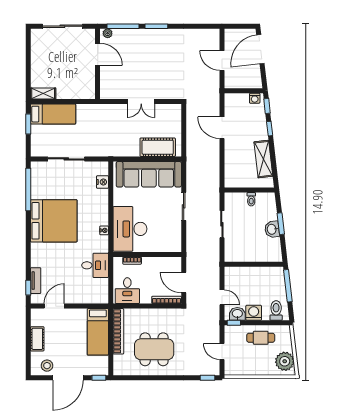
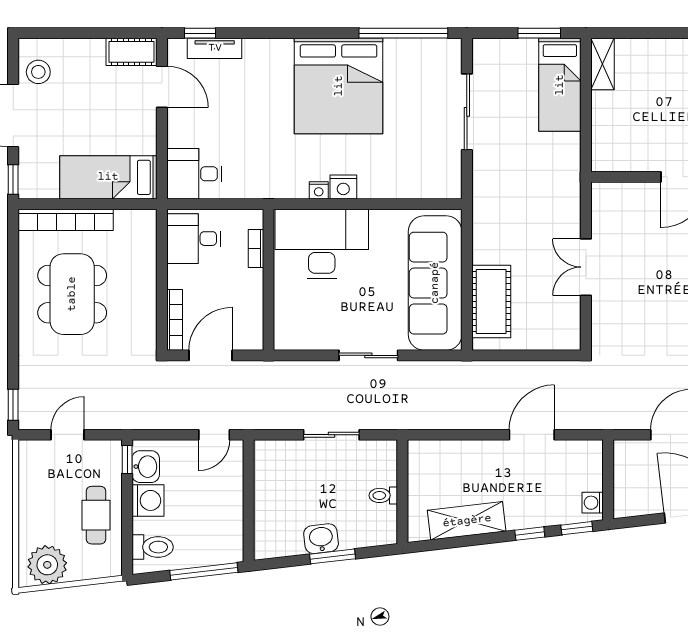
nightstand: (102, 182) -> (343, 187), moved
desk: (95, 265) -> (194, 174), moved, turned 90
door: (222, 297) -> (214, 435), moved
bookcase: (118, 331) -> (66, 220), moved
cot: (37, 339) -> (131, 52), moved

